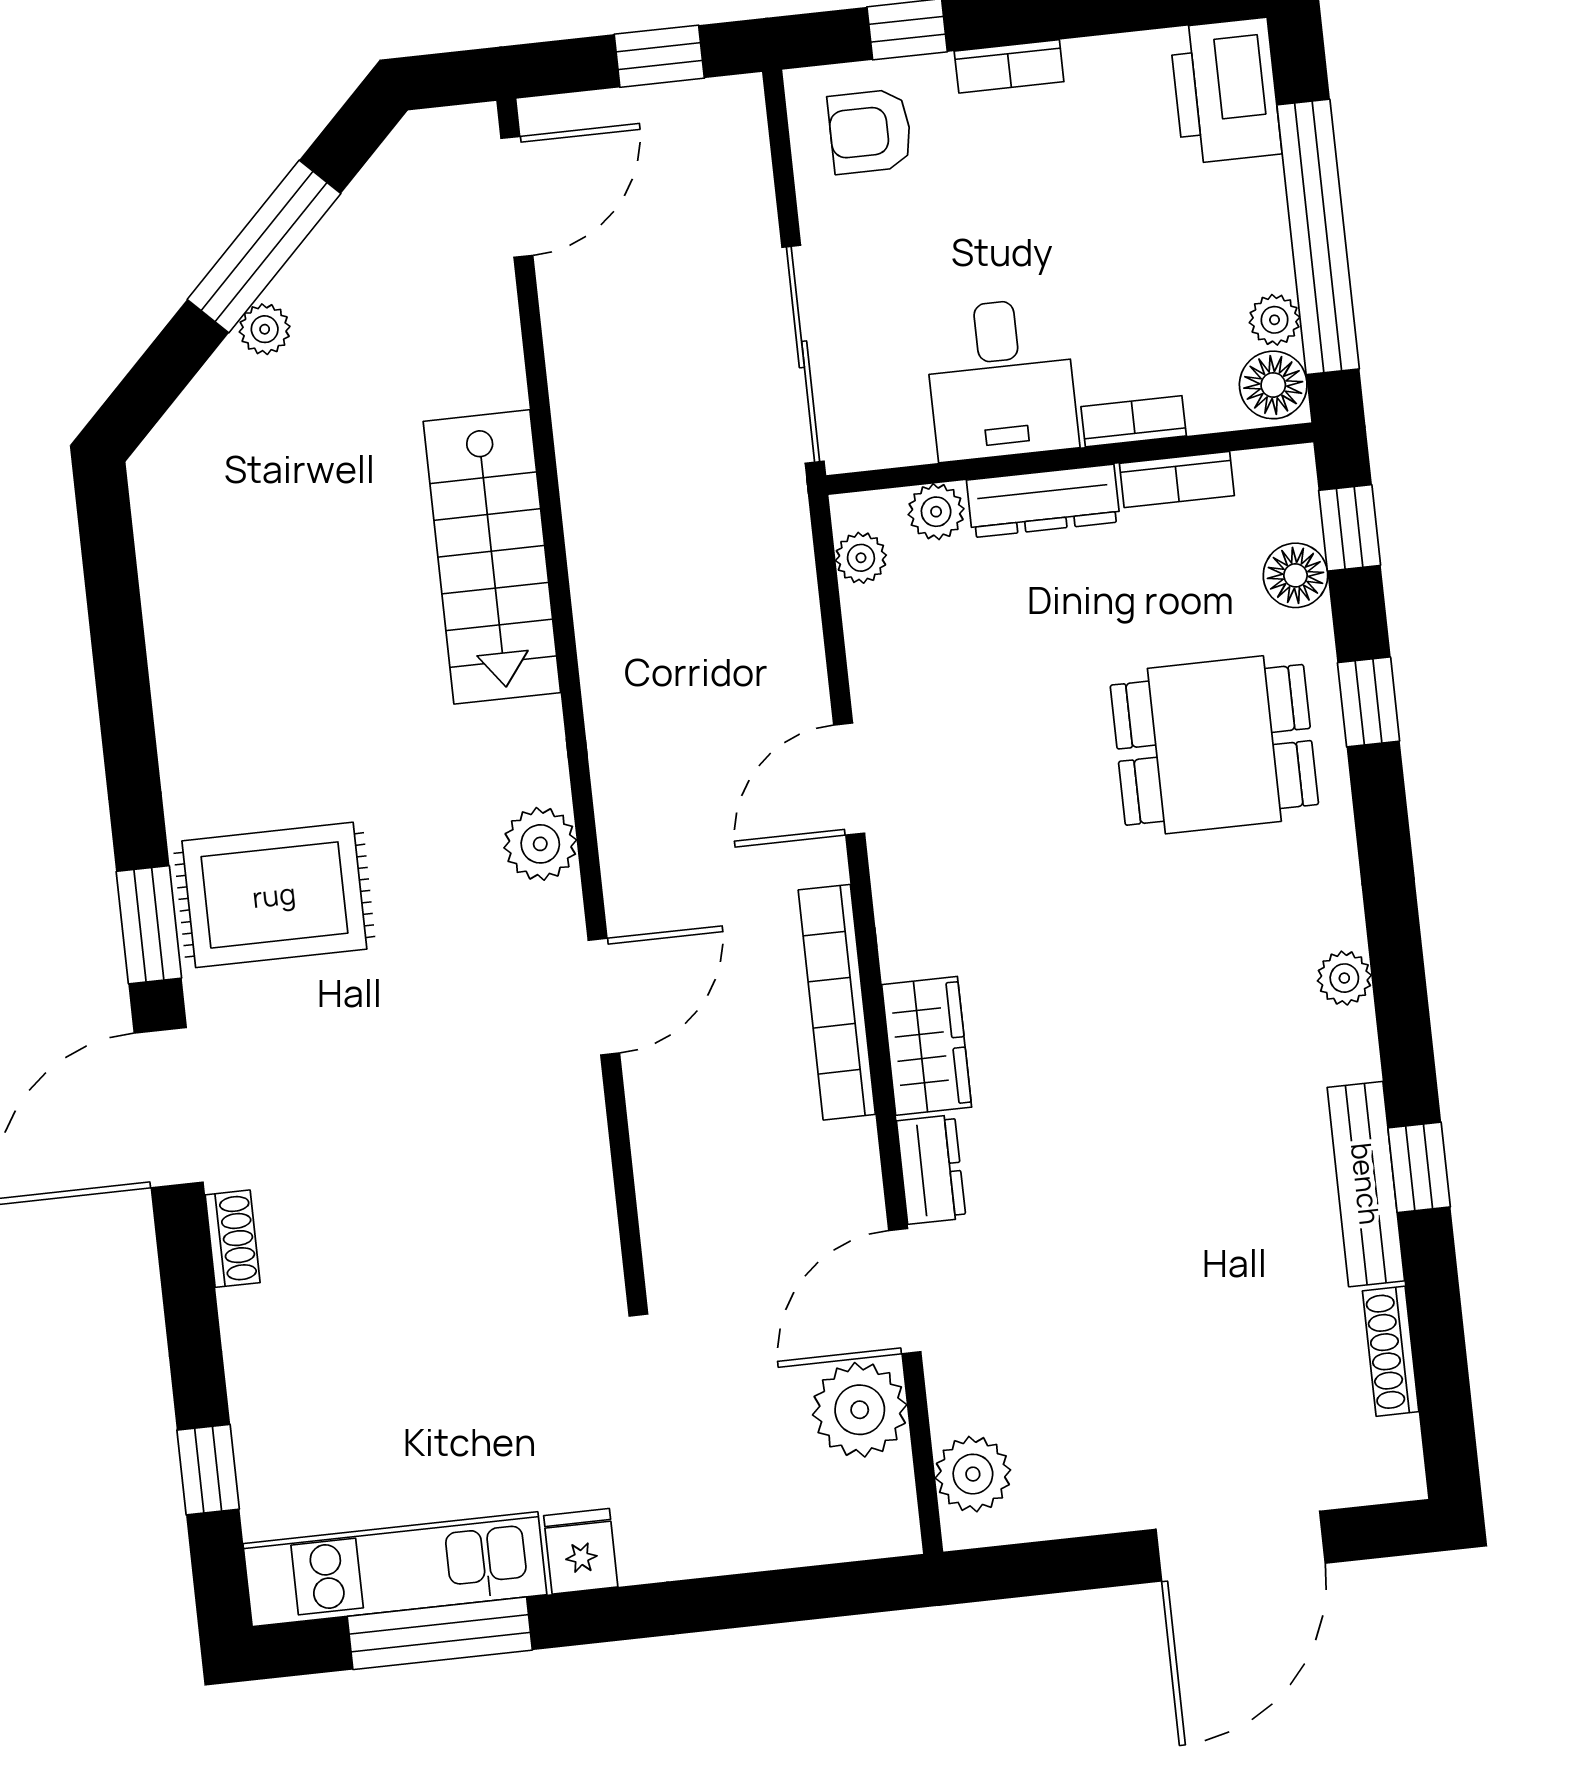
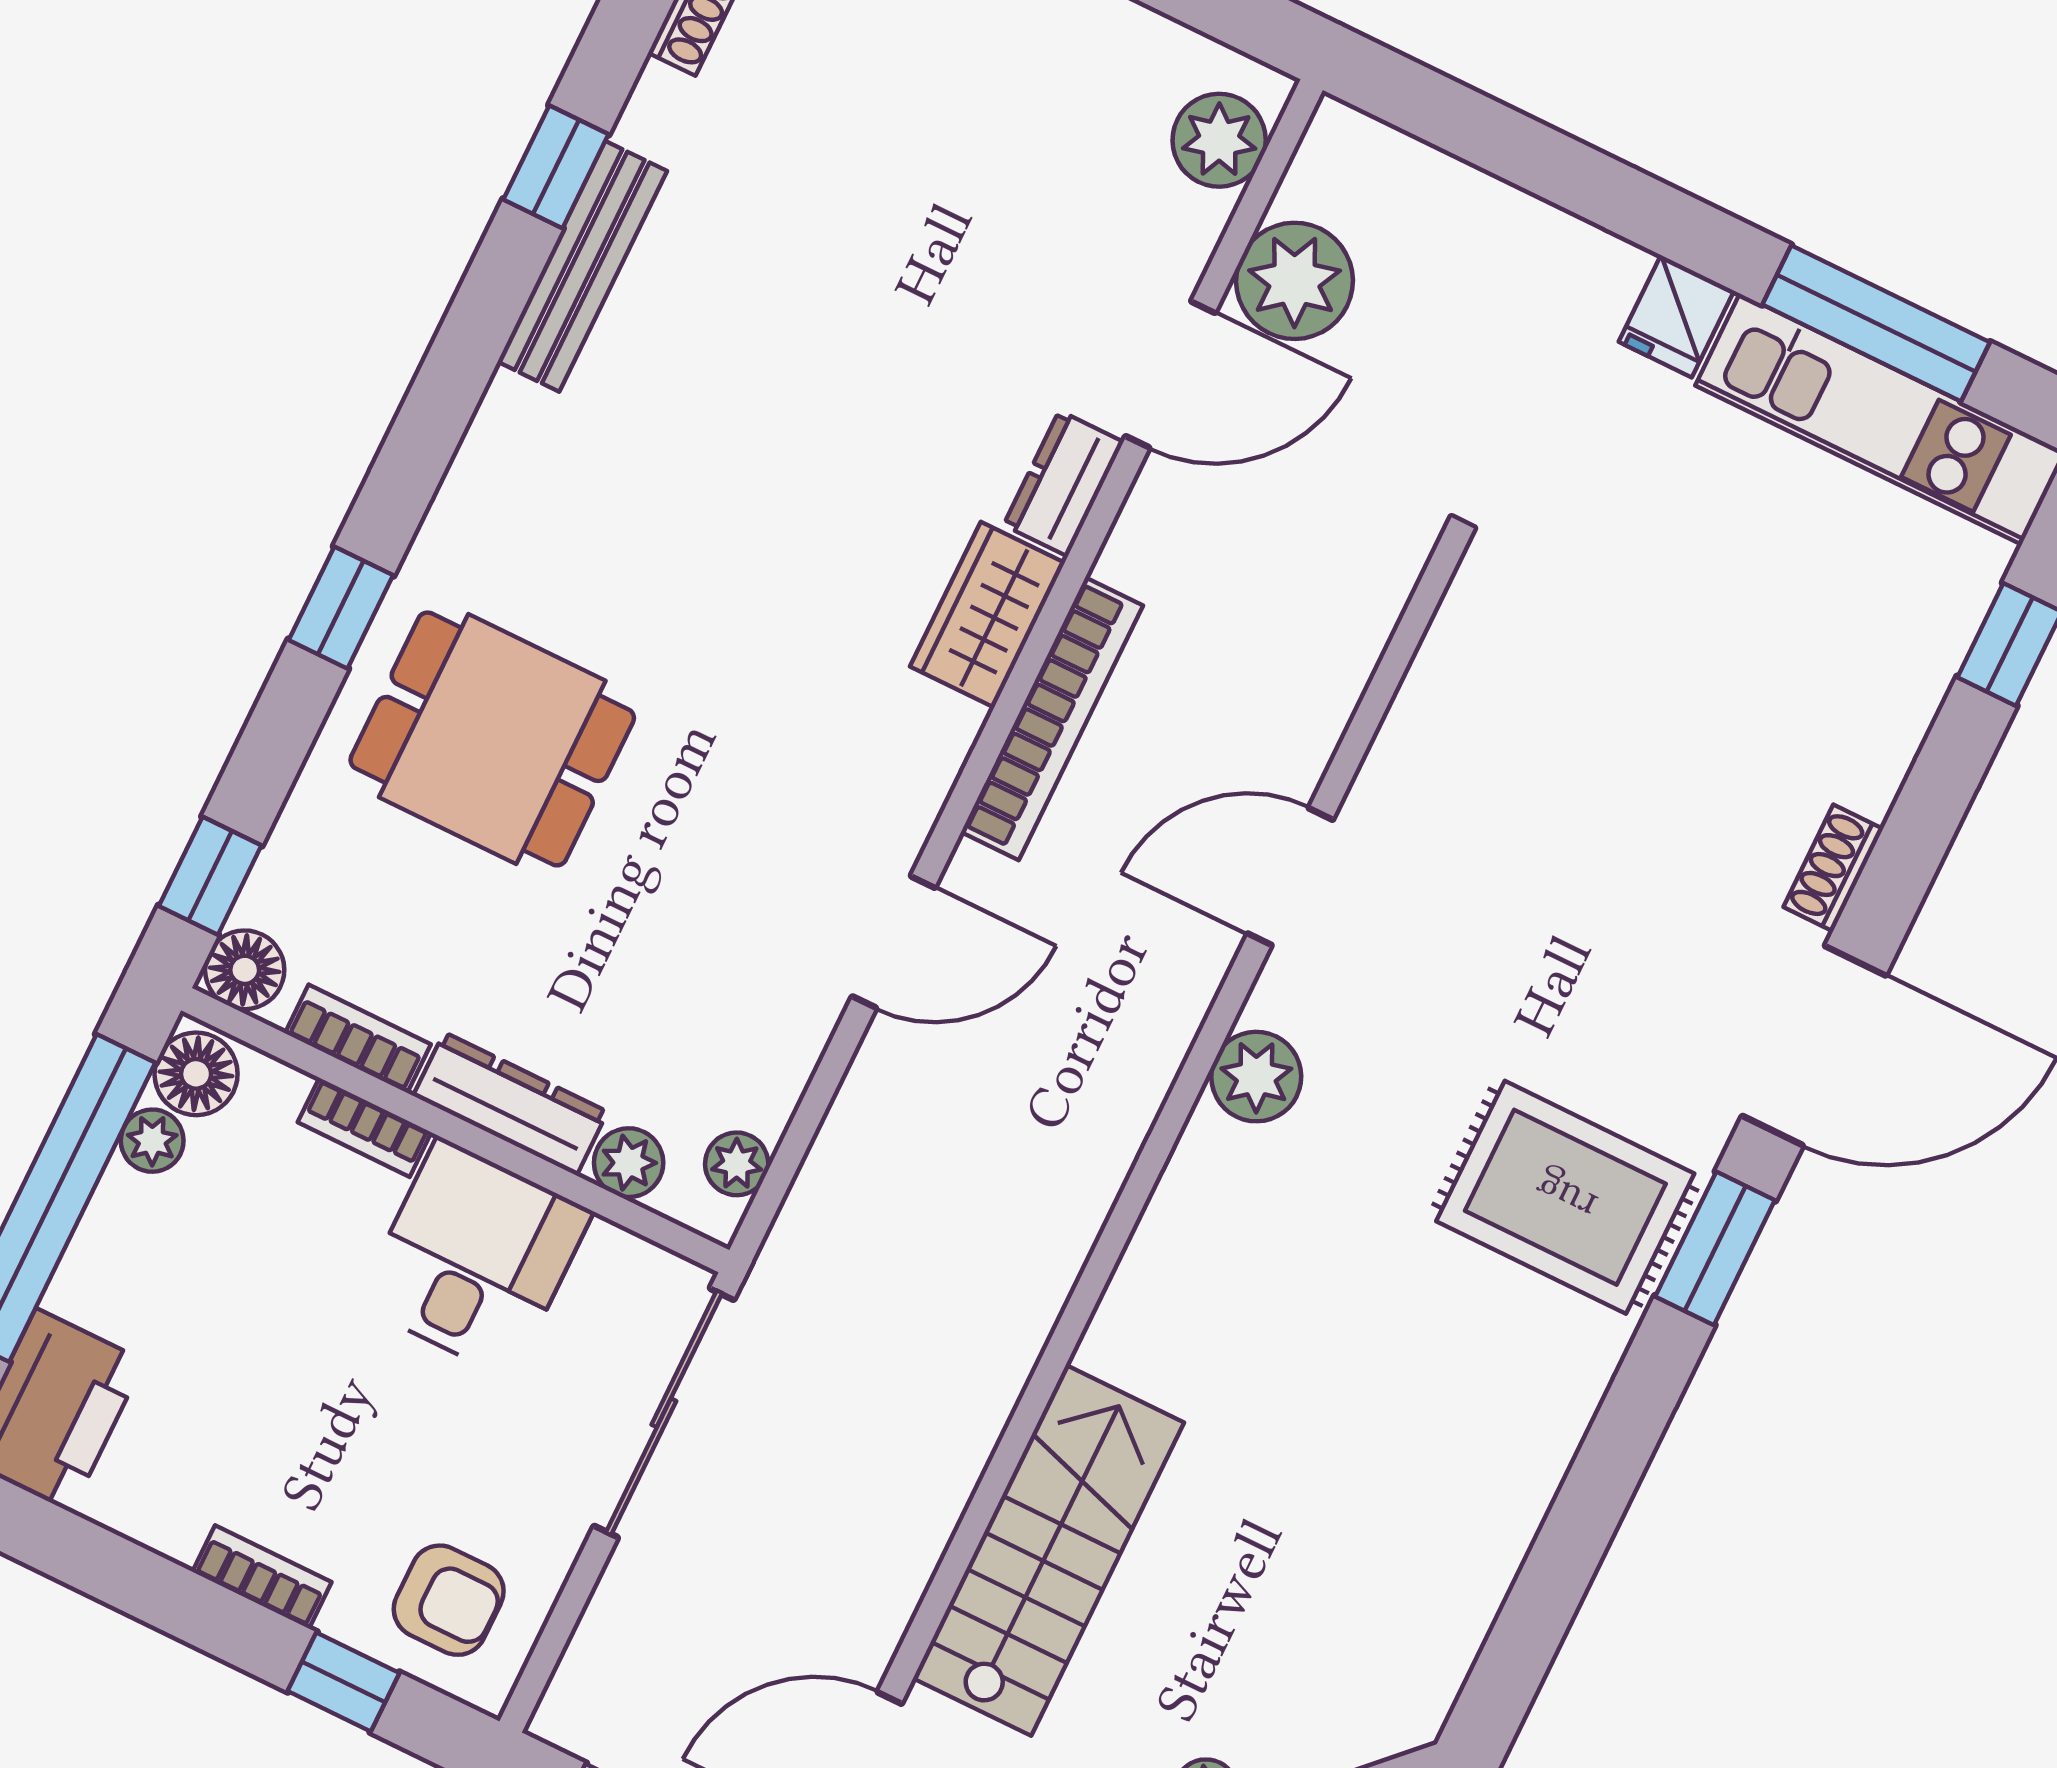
stairs: (492, 557) -> (1048, 1550), moved
floor lamp: (1295, 575) -> (245, 970), moved
window: (1369, 702) -> (341, 608), moved
plant: (1344, 978) -> (510, 412), removed
bench: (1366, 1184) -> (582, 266), moved

